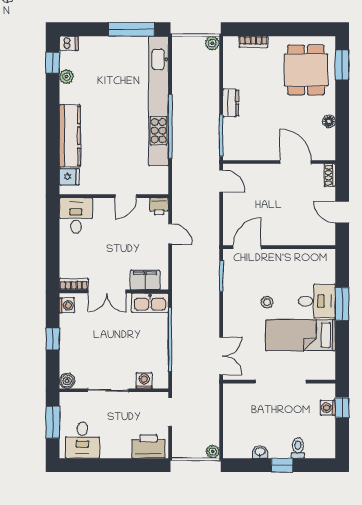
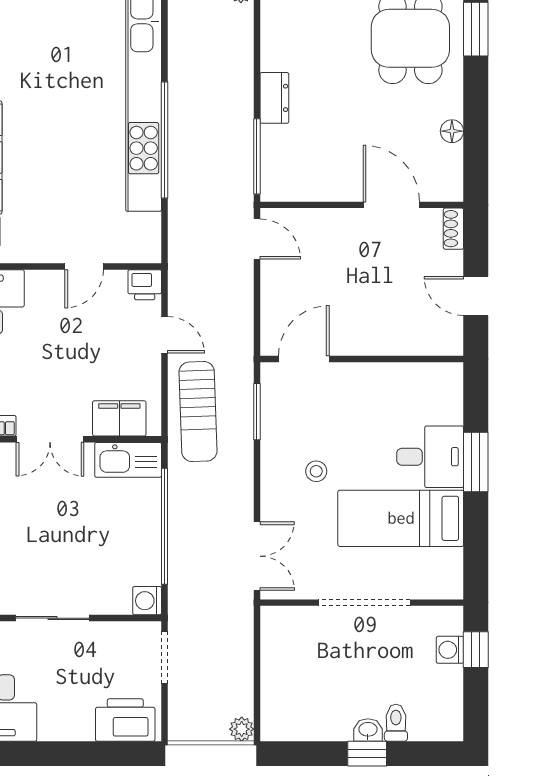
sun lounger: (189, 276) -> (198, 412), added
stool: (267, 302) -> (316, 471), moved
washing machine: (144, 381) -> (147, 601), moved, turned -90
washbasin: (260, 452) -> (368, 730), moved

